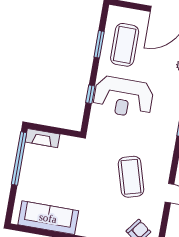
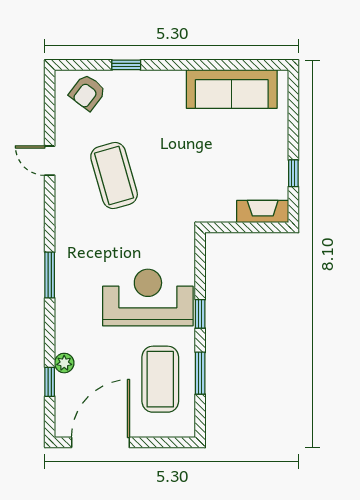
window: (90, 94) -> (200, 314), moved
window: (19, 158) -> (293, 173), width x0.32

